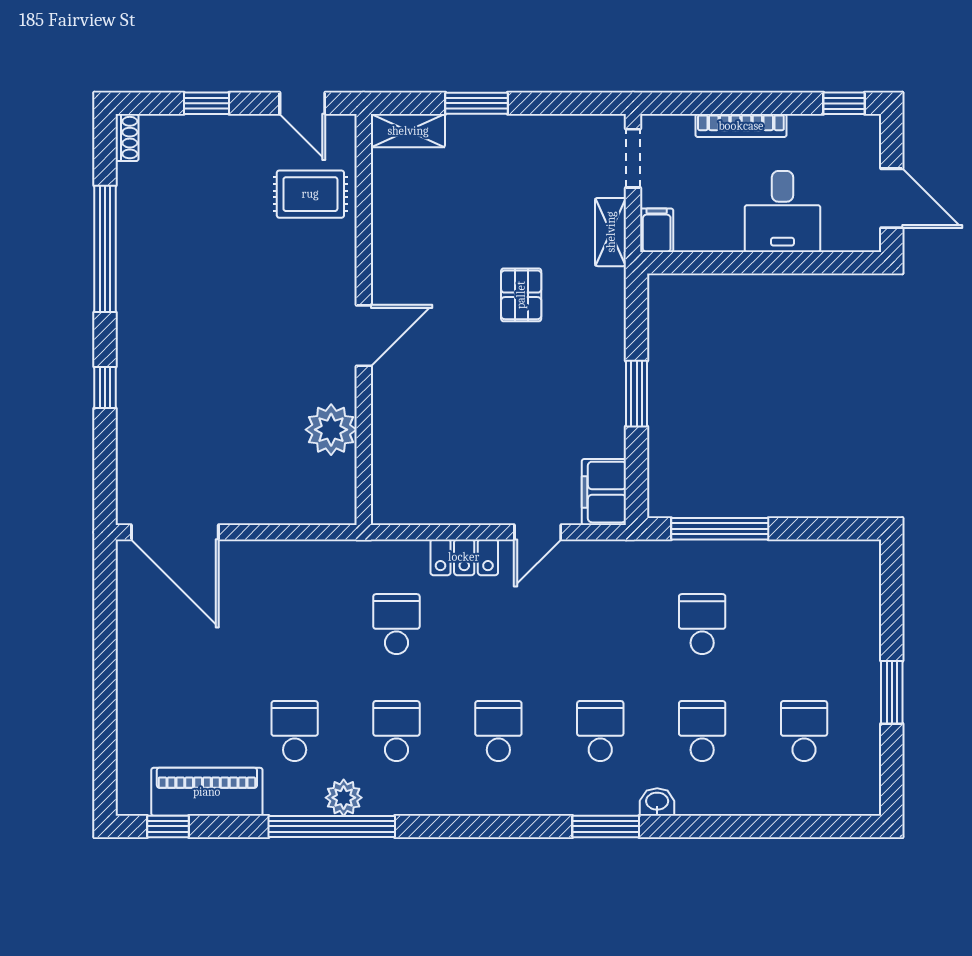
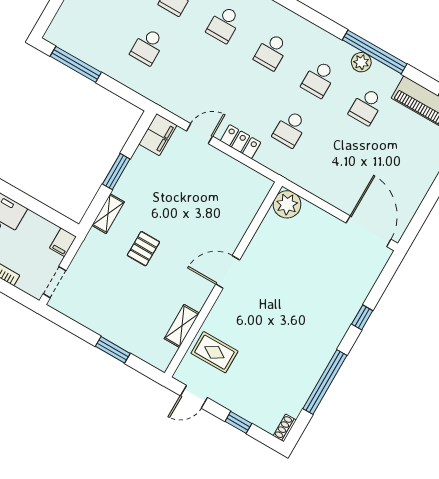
door: (302, 103) -> (194, 397), swing flipped
shelving: (408, 131) -> (182, 326), moved, turned 90
shelving: (611, 232) -> (108, 214), moved
plant: (331, 430) -> (287, 204), moved
window: (720, 529) -> (76, 64), moved

